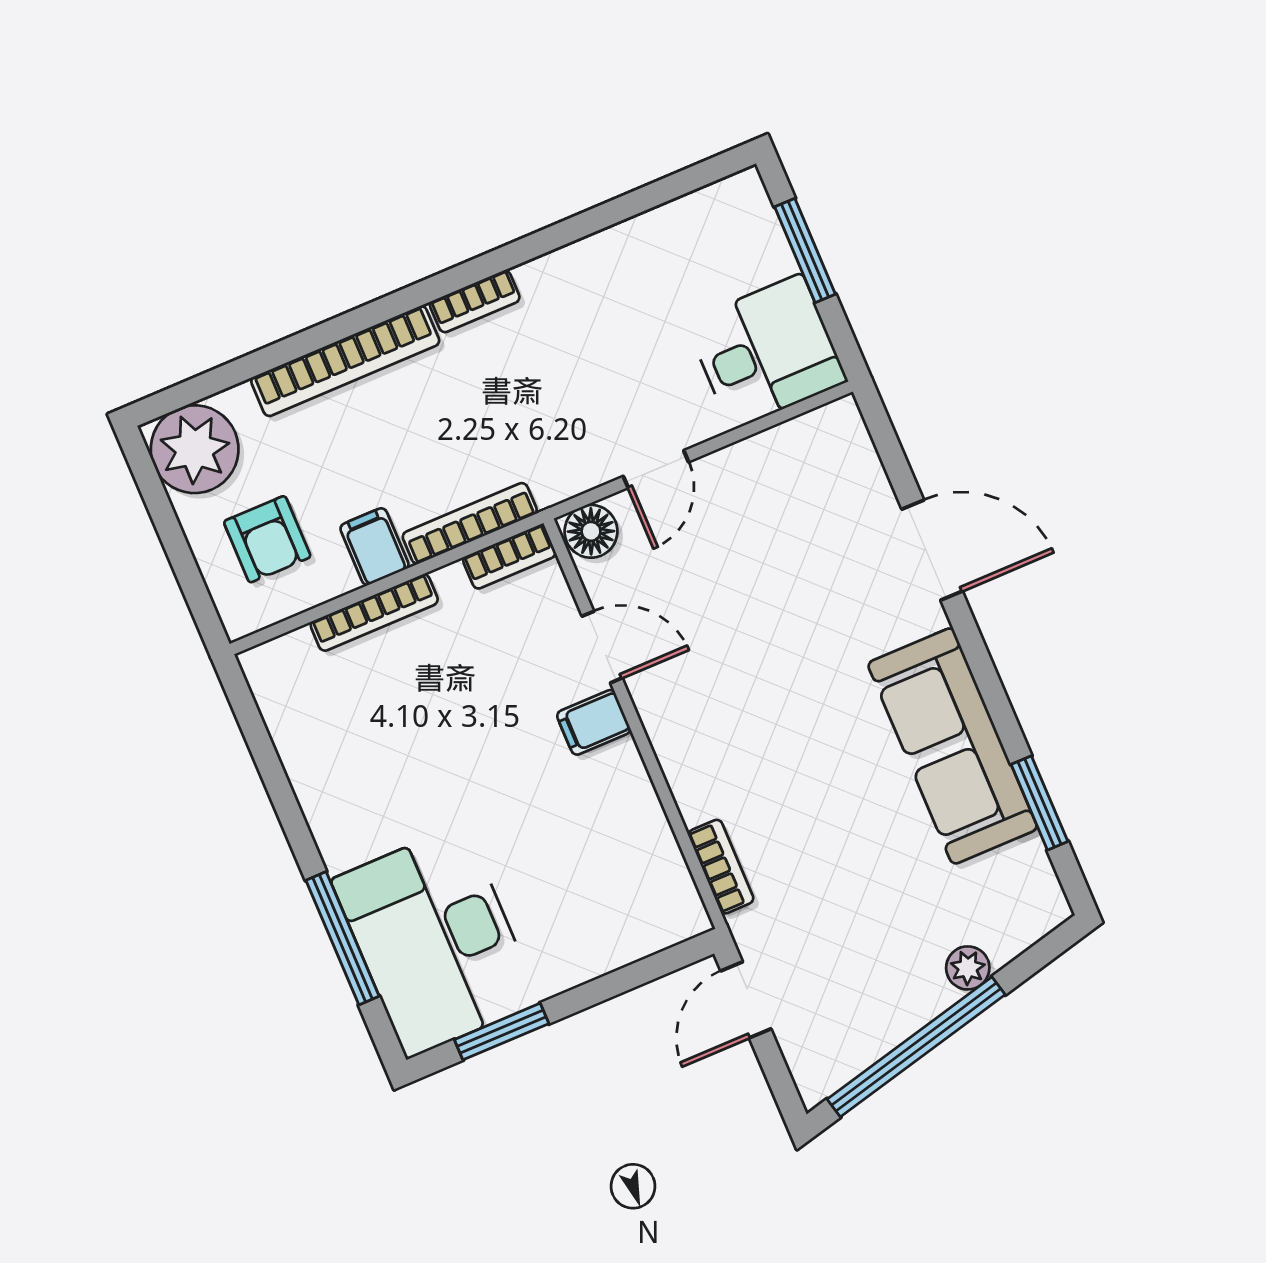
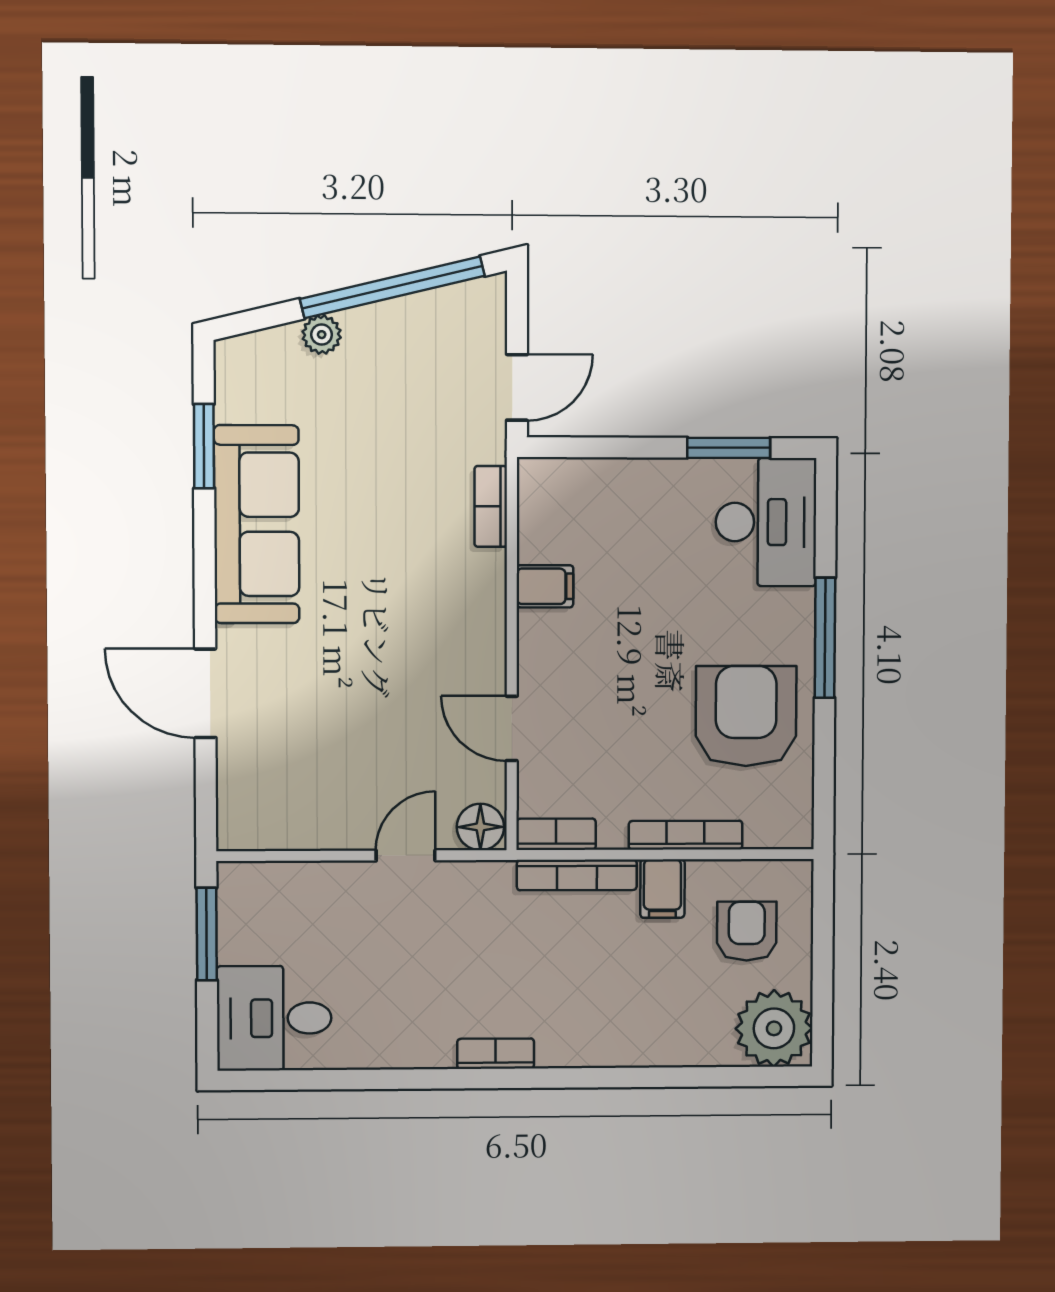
window: (805, 251) -> (207, 934), moved
desk: (767, 352) -> (274, 1018), moved
bookcase: (345, 361) -> (622, 1049), removed
filing cabinet: (594, 722) -> (545, 586), moved
armchair: (364, 763) -> (746, 716), added
window: (342, 938) -> (825, 638), moved
desk: (435, 941) -> (766, 522), width x0.73, depth x0.77

